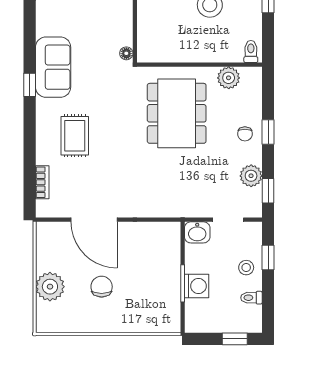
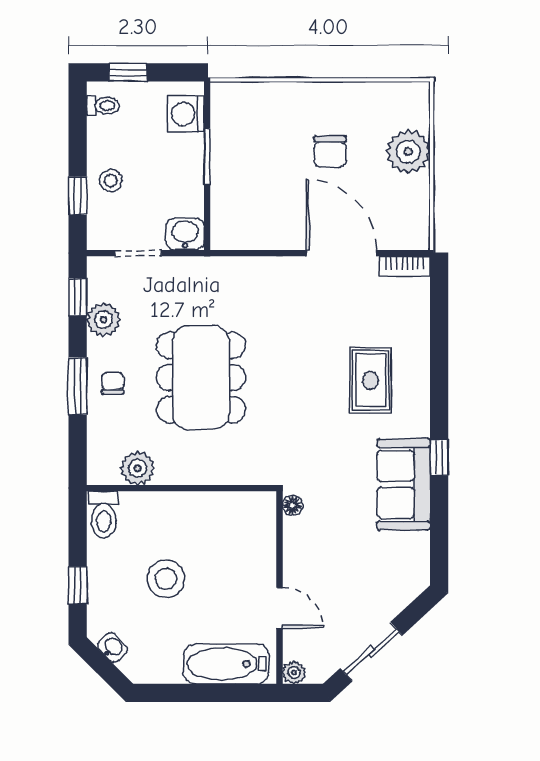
toilet: (251, 51) -> (104, 515), width x1.37, depth x1.39
dining table: (177, 113) -> (201, 378), moved
window: (268, 132) -> (78, 386), width x1.50
bookcase: (42, 182) -> (405, 266), moved, turned -90
washing machine: (197, 286) -> (186, 114), moved
toilet: (251, 298) -> (103, 105), moved

